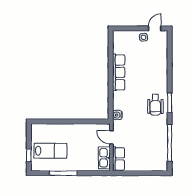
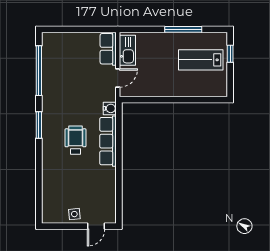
door: (155, 28) -> (96, 226), moved
row of seats: (119, 72) -> (108, 141), moved
wheelchair: (155, 105) -> (75, 140), moved
door: (111, 137) -> (118, 78), hinge flipped

